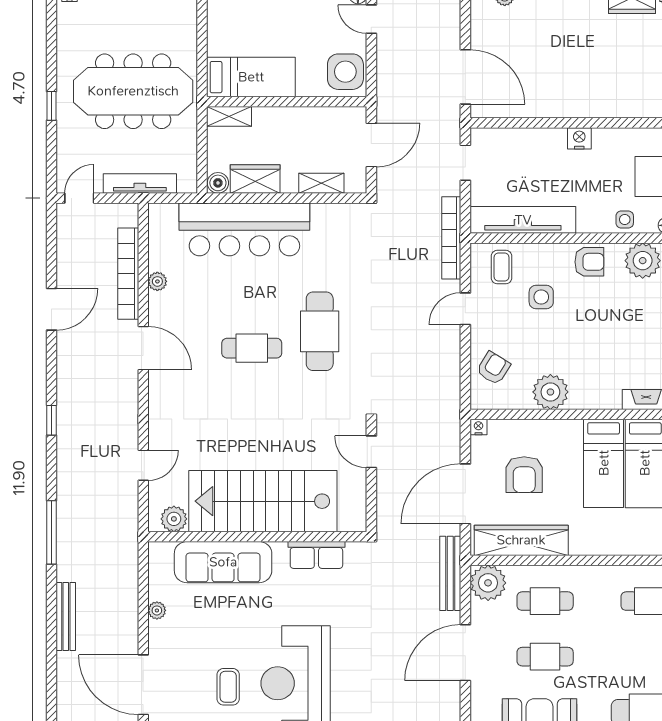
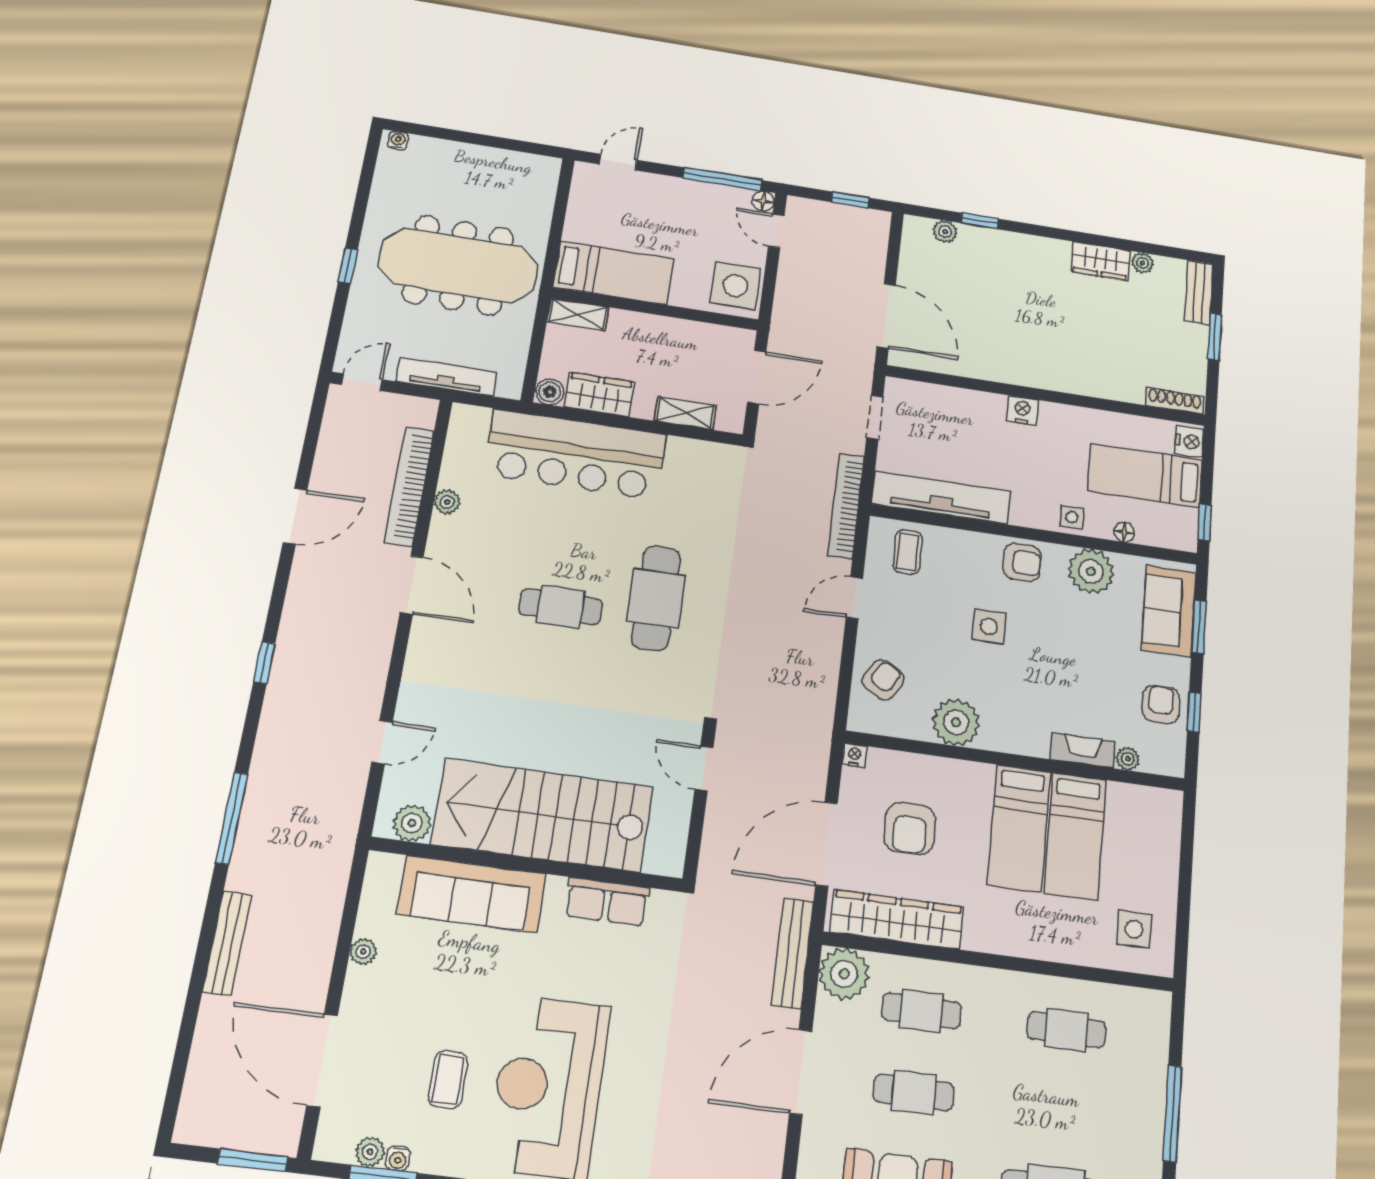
side table: (541, 297) -> (989, 626), moved

